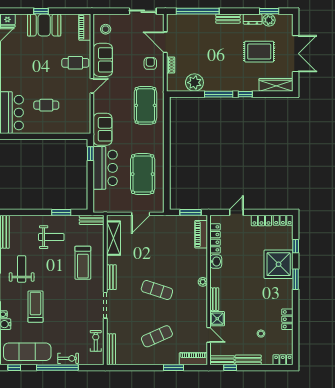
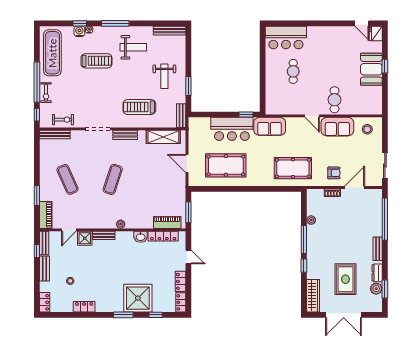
piano: (85, 27) -> (369, 109), removed
plant: (194, 83) -> (311, 220), width x0.53, depth x0.53
window: (14, 368) -> (37, 115), moved

